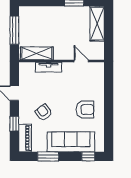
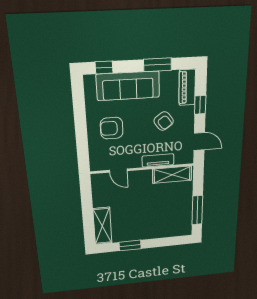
shelving: (37, 53) -> (172, 175), moved
wall: (61, 61) -> (142, 169), moved
door: (81, 61) -> (118, 171), moved
tv unit: (49, 67) -> (158, 160), moved

